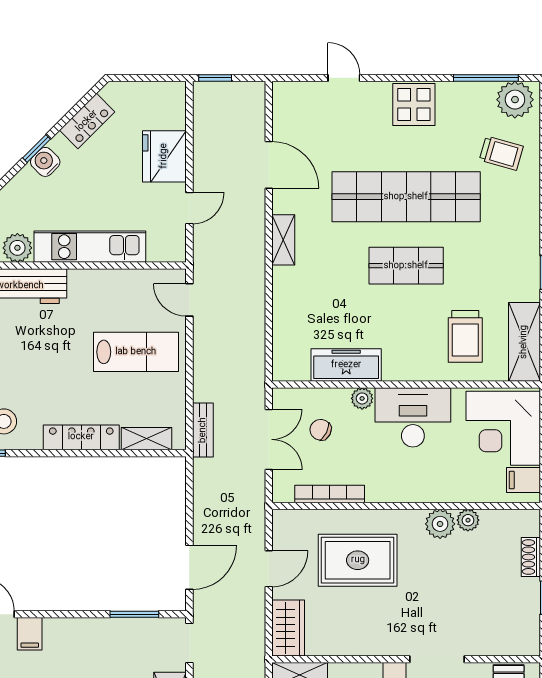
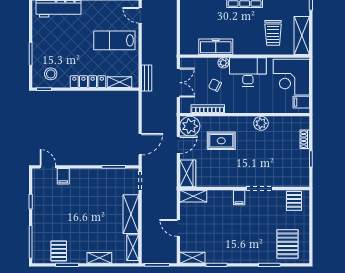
lab bench: (136, 352) -> (114, 40), turned 180
chair: (321, 430) -> (215, 85), moved
plant: (468, 520) -> (190, 126), moved, width x1.87, depth x1.87
rug: (358, 560) -> (221, 141), width x0.73, depth x0.70

